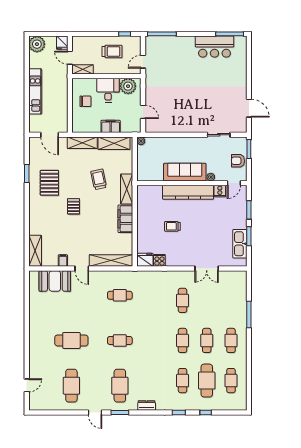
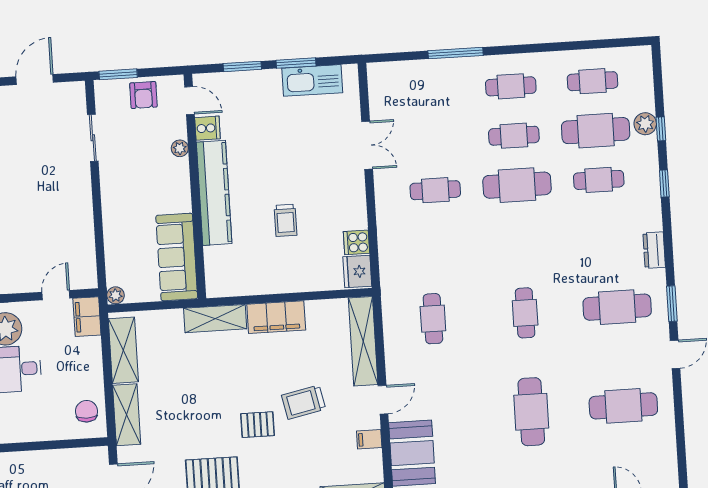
chair: (85, 101) -> (87, 411), moved
filing cabinet: (111, 126) -> (87, 317), moved
sofa: (185, 172) -> (177, 257), moved
trolley: (99, 179) -> (304, 402), moved
cafe table: (183, 340) -> (517, 185), width x1.37, depth x1.35
plant: (209, 405) -> (645, 124), added

